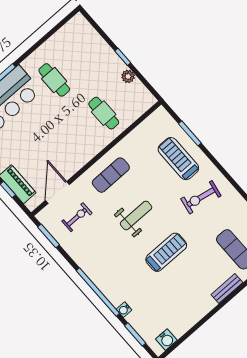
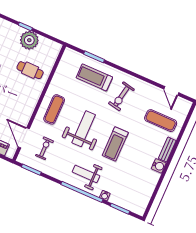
plant: (128, 76) -> (29, 40), width x1.87, depth x1.87
weight bench: (136, 215) -> (84, 129), width x1.36, depth x1.33
treadmill: (166, 252) -> (115, 144), turned 180
weight bench: (113, 272) -> (86, 174), added
water cooler: (166, 340) -> (159, 166), moved

